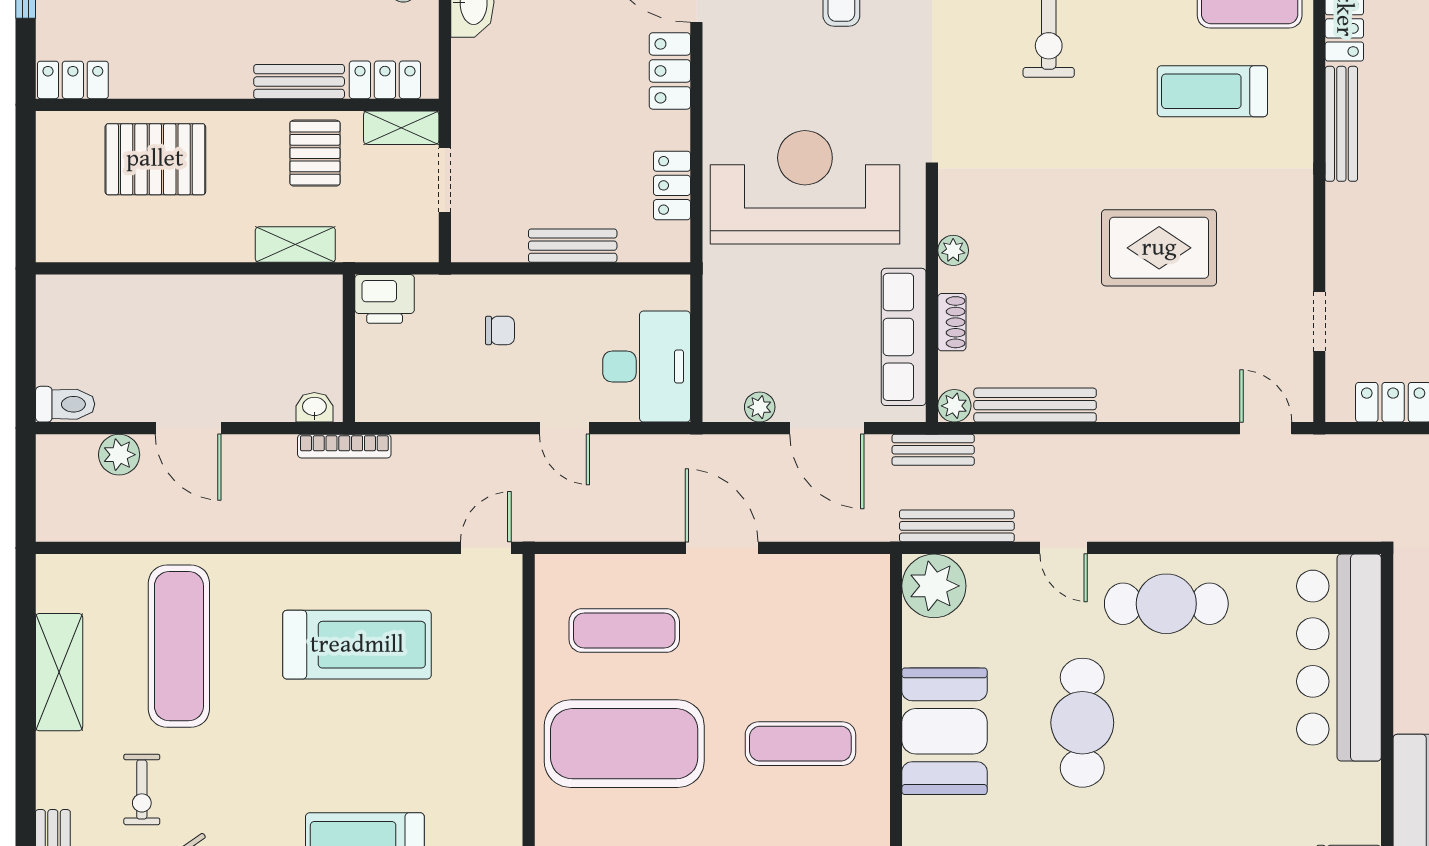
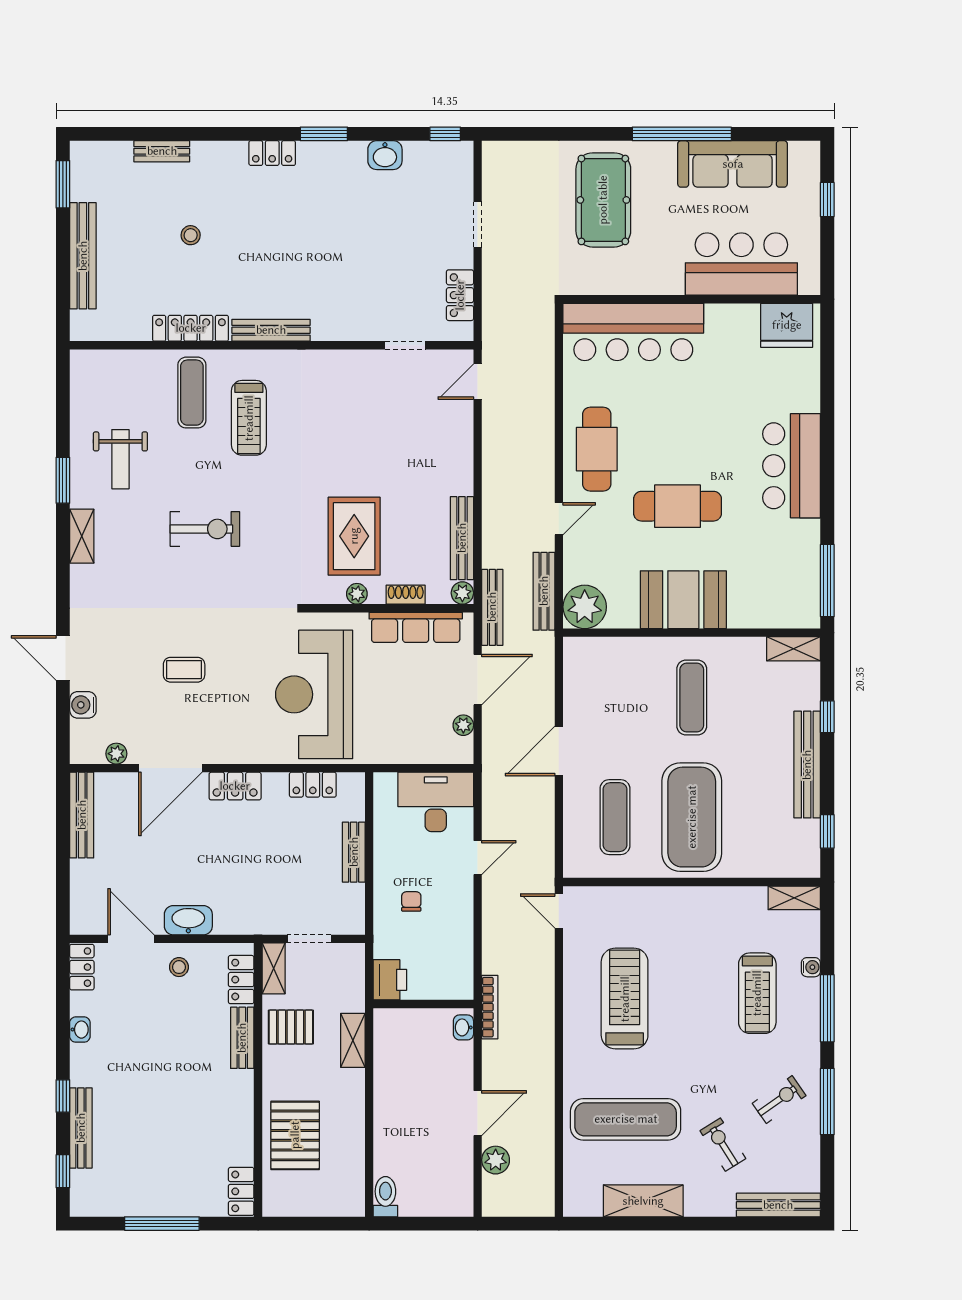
rug: (1159, 248) -> (354, 536), moved
toilet: (65, 404) -> (385, 1197), moved
bench: (933, 450) -> (492, 607), width x1.36
exercise bike: (142, 789) -> (723, 1145), turned -122

